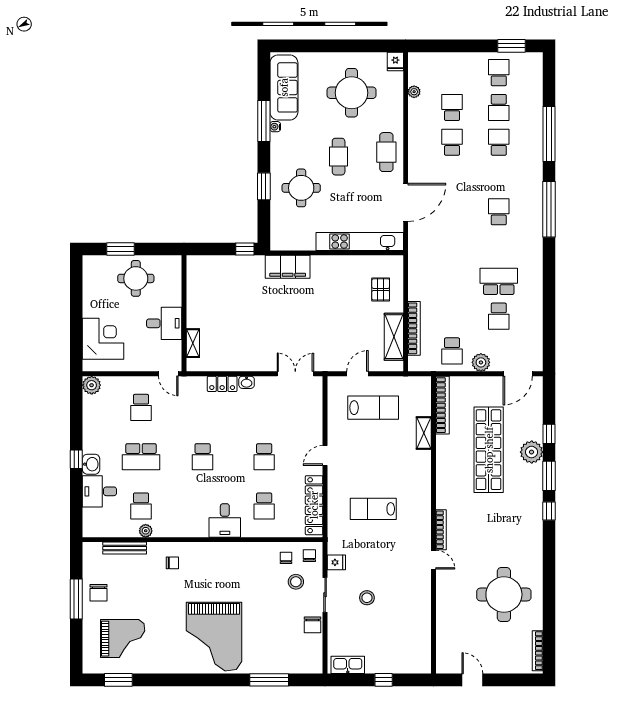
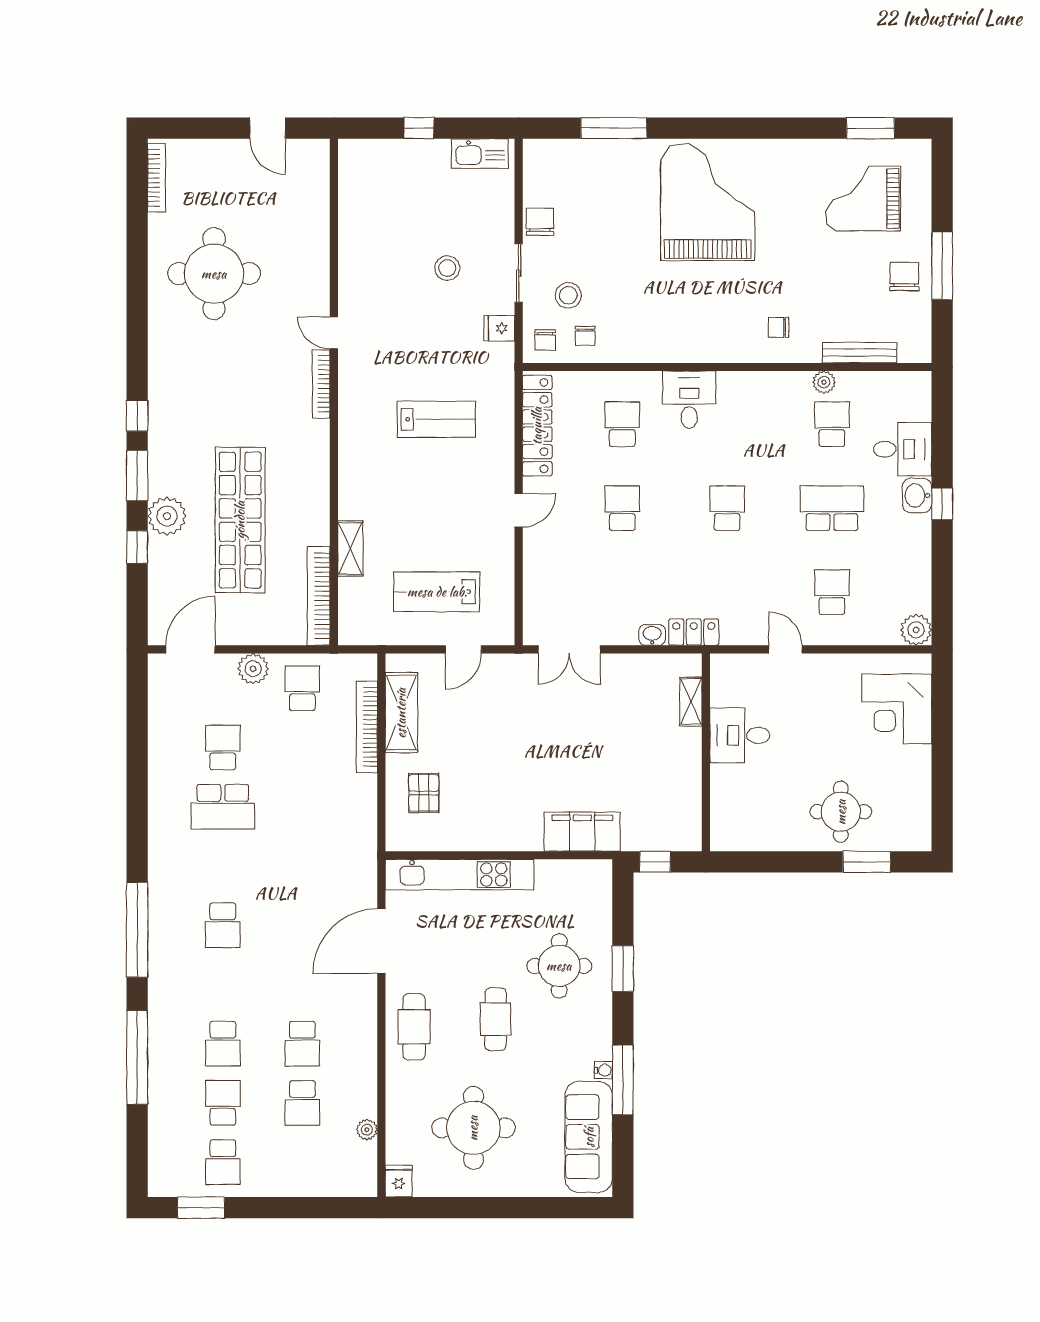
wall: (184, 313) -> (706, 752), moved
desk: (164, 323) -> (740, 735), moved
shelving: (193, 343) -> (691, 701), moved

